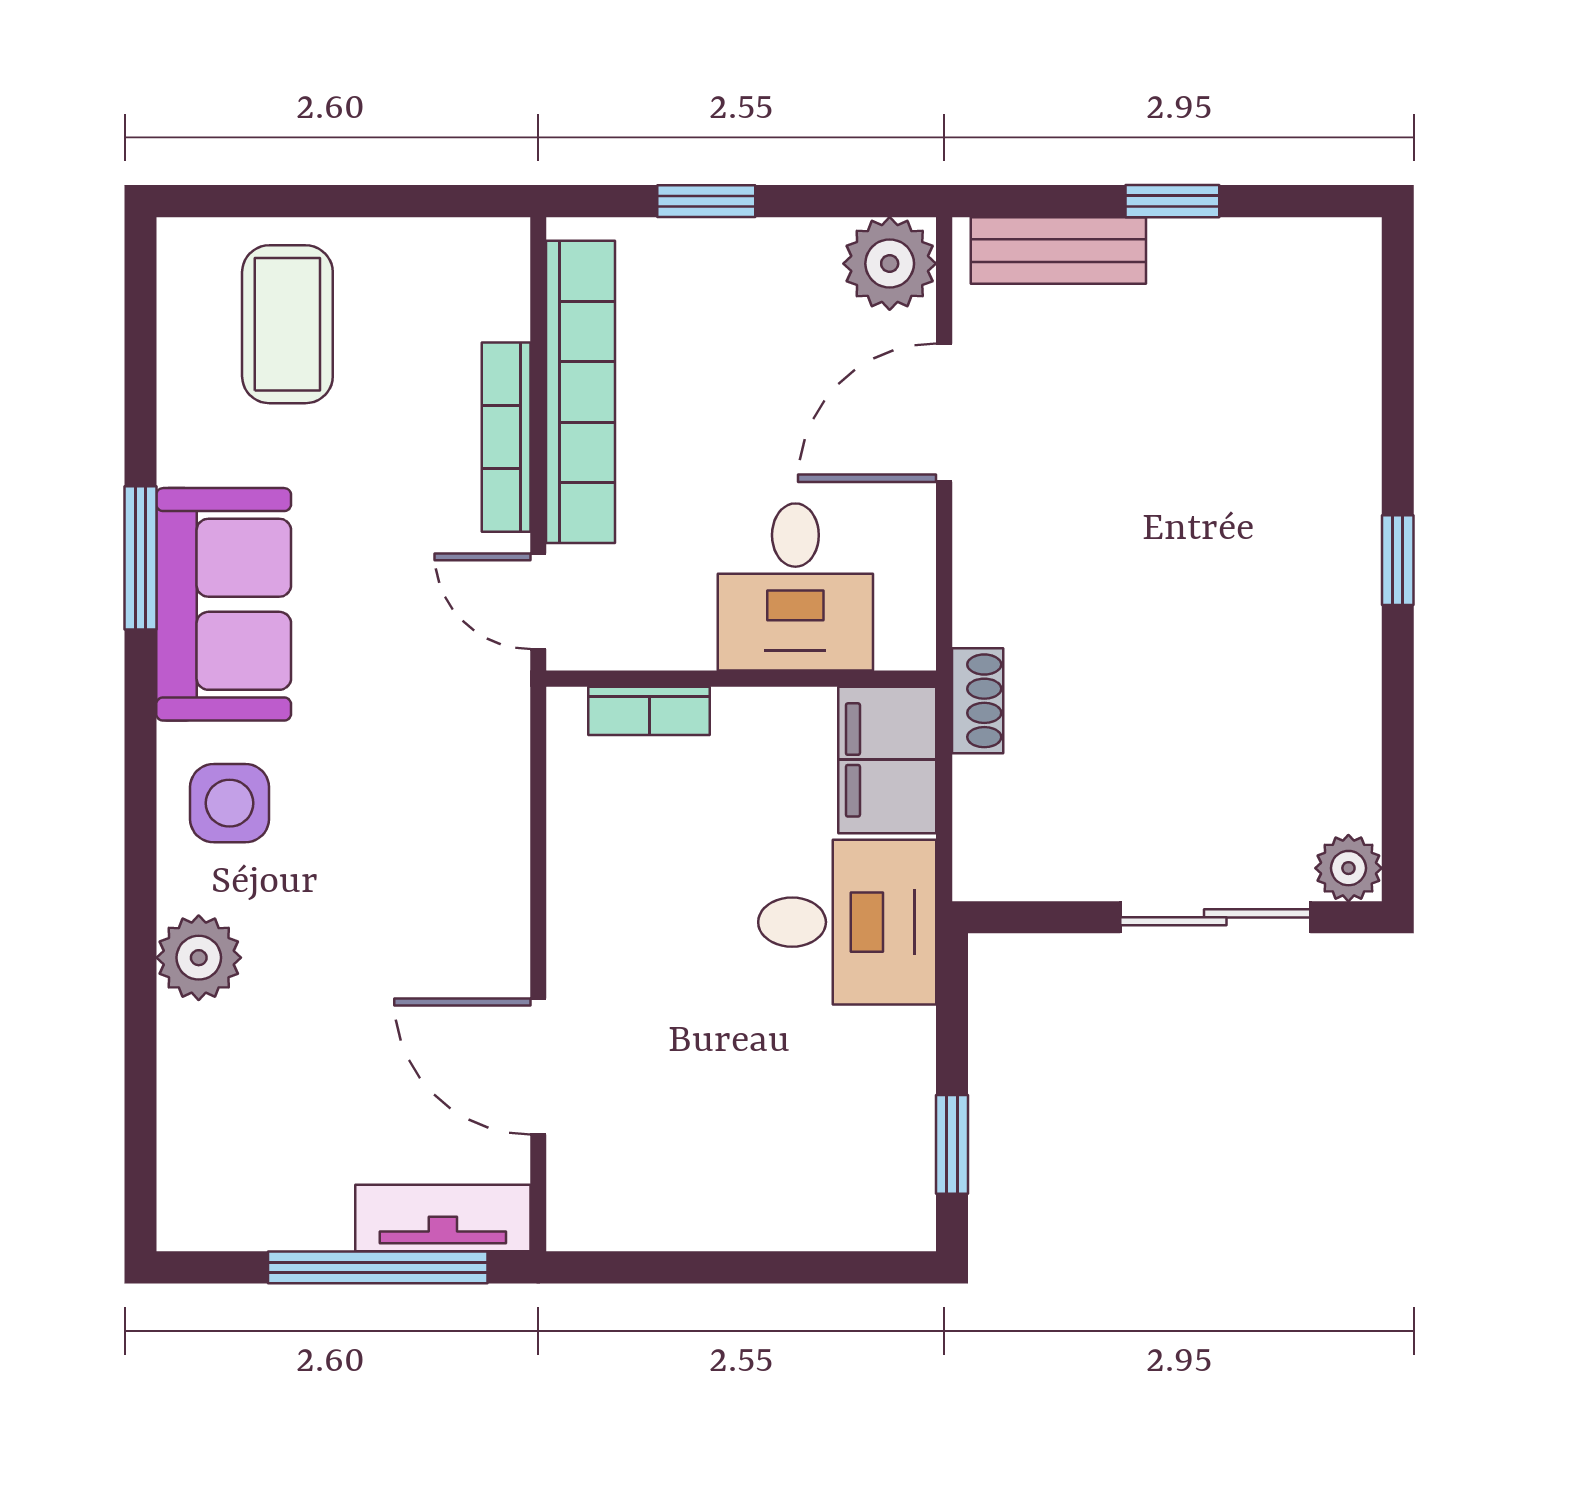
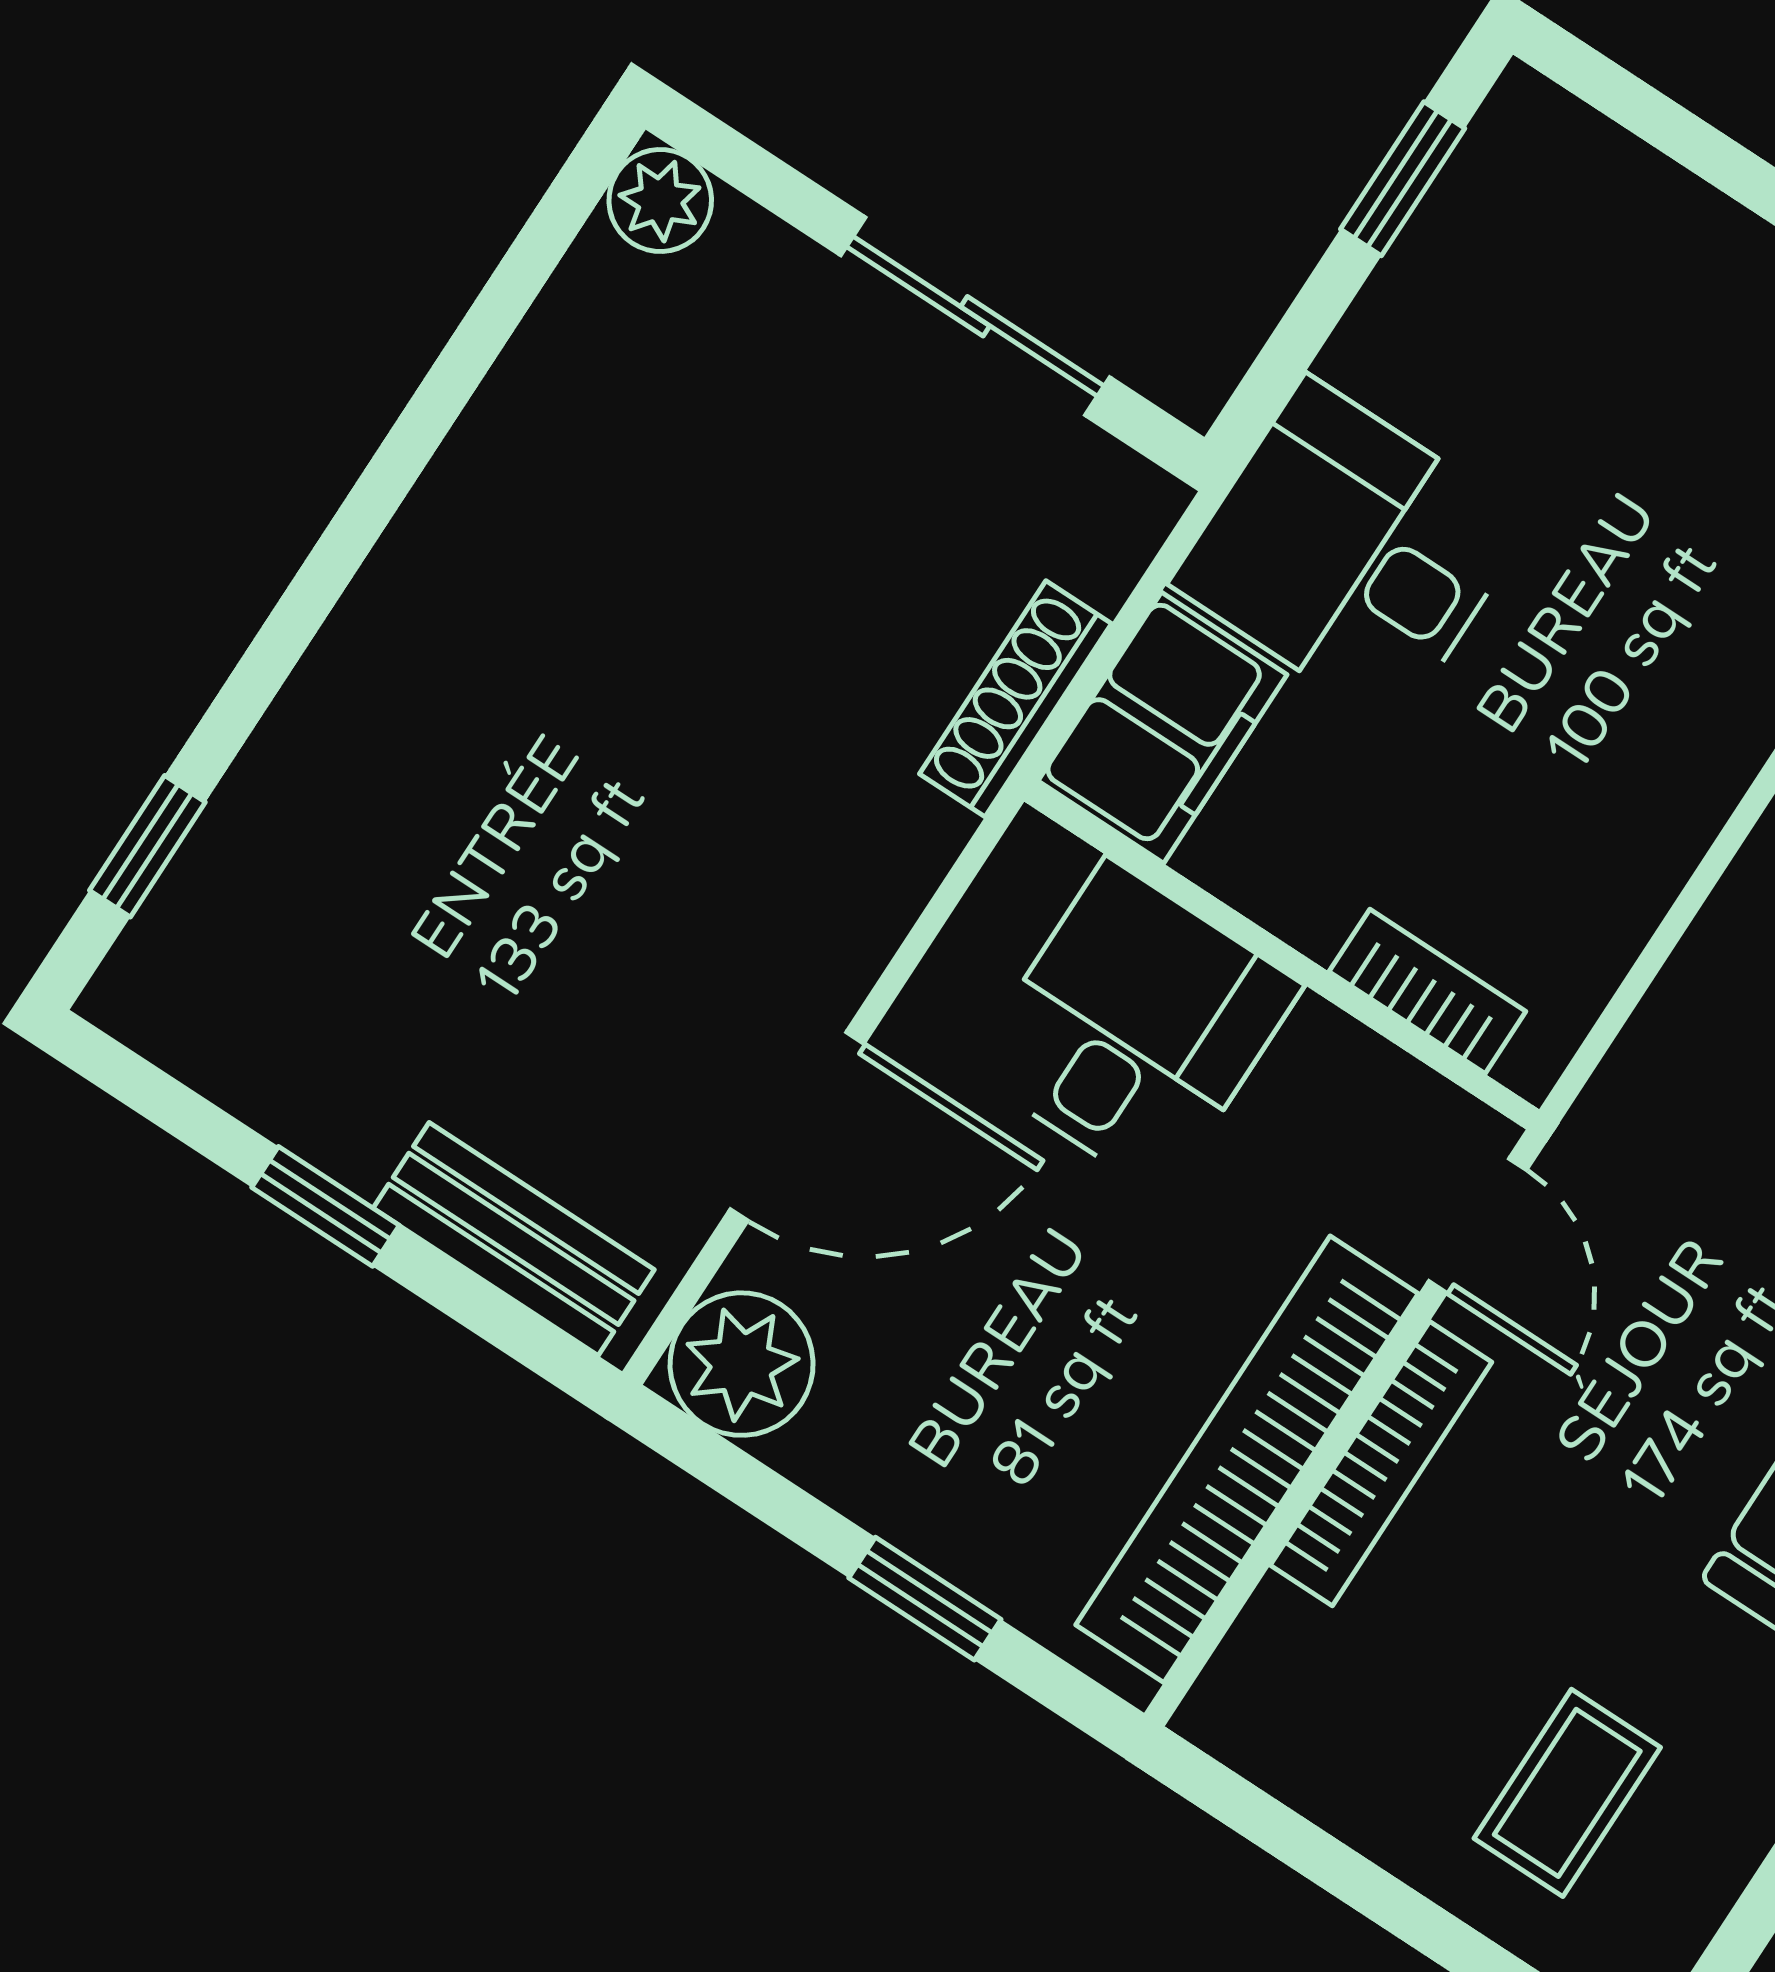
coffee table: (287, 324) -> (1567, 1793), width x0.73, depth x0.77
window: (1398, 560) -> (147, 846), moved
shoe rack: (978, 701) -> (1015, 699), width x1.43
sliding door: (1215, 917) -> (975, 316), moved

